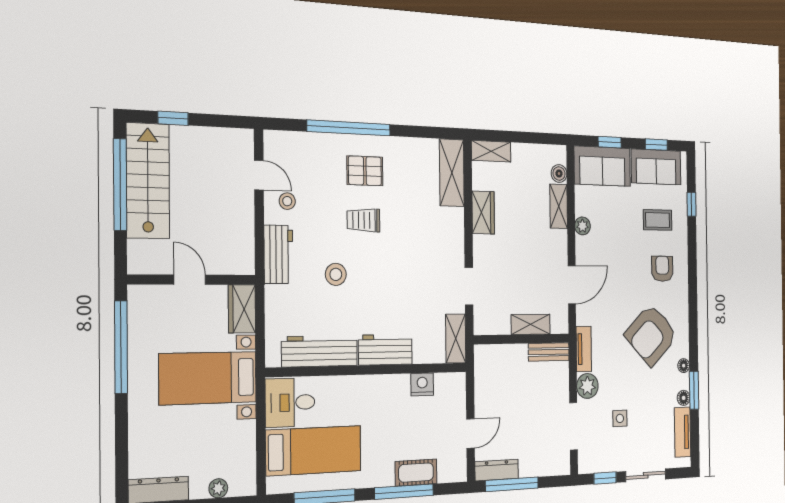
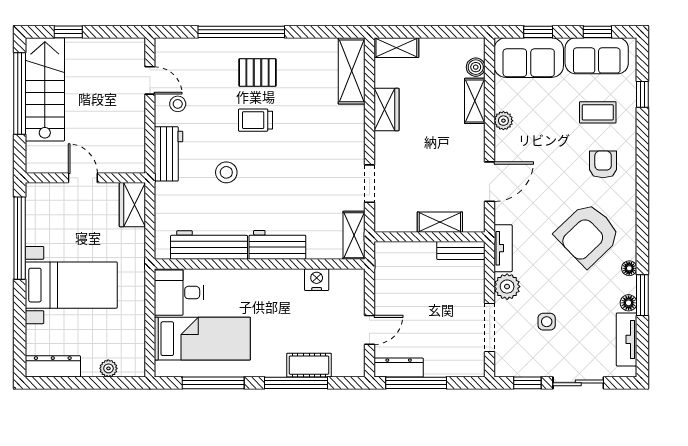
bed with nightstands: (208, 378) -> (71, 285), moved, turned 180

